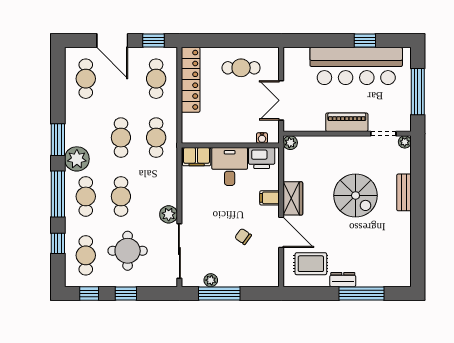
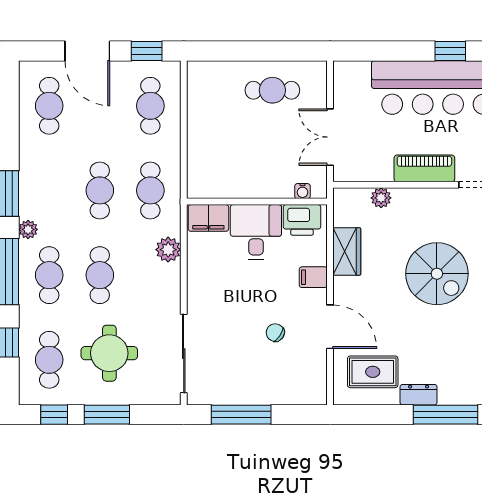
locker: (191, 80) -> (200, 107), removed
plant: (290, 143) -> (381, 198), moved
plant: (77, 159) -> (28, 229), width x0.53, depth x0.53
wardrobe: (293, 198) -> (347, 252), moved
plant: (169, 214) -> (168, 250), moved
plant: (211, 280) -> (229, 395), removed
window: (126, 294) -> (107, 415), width x1.50

